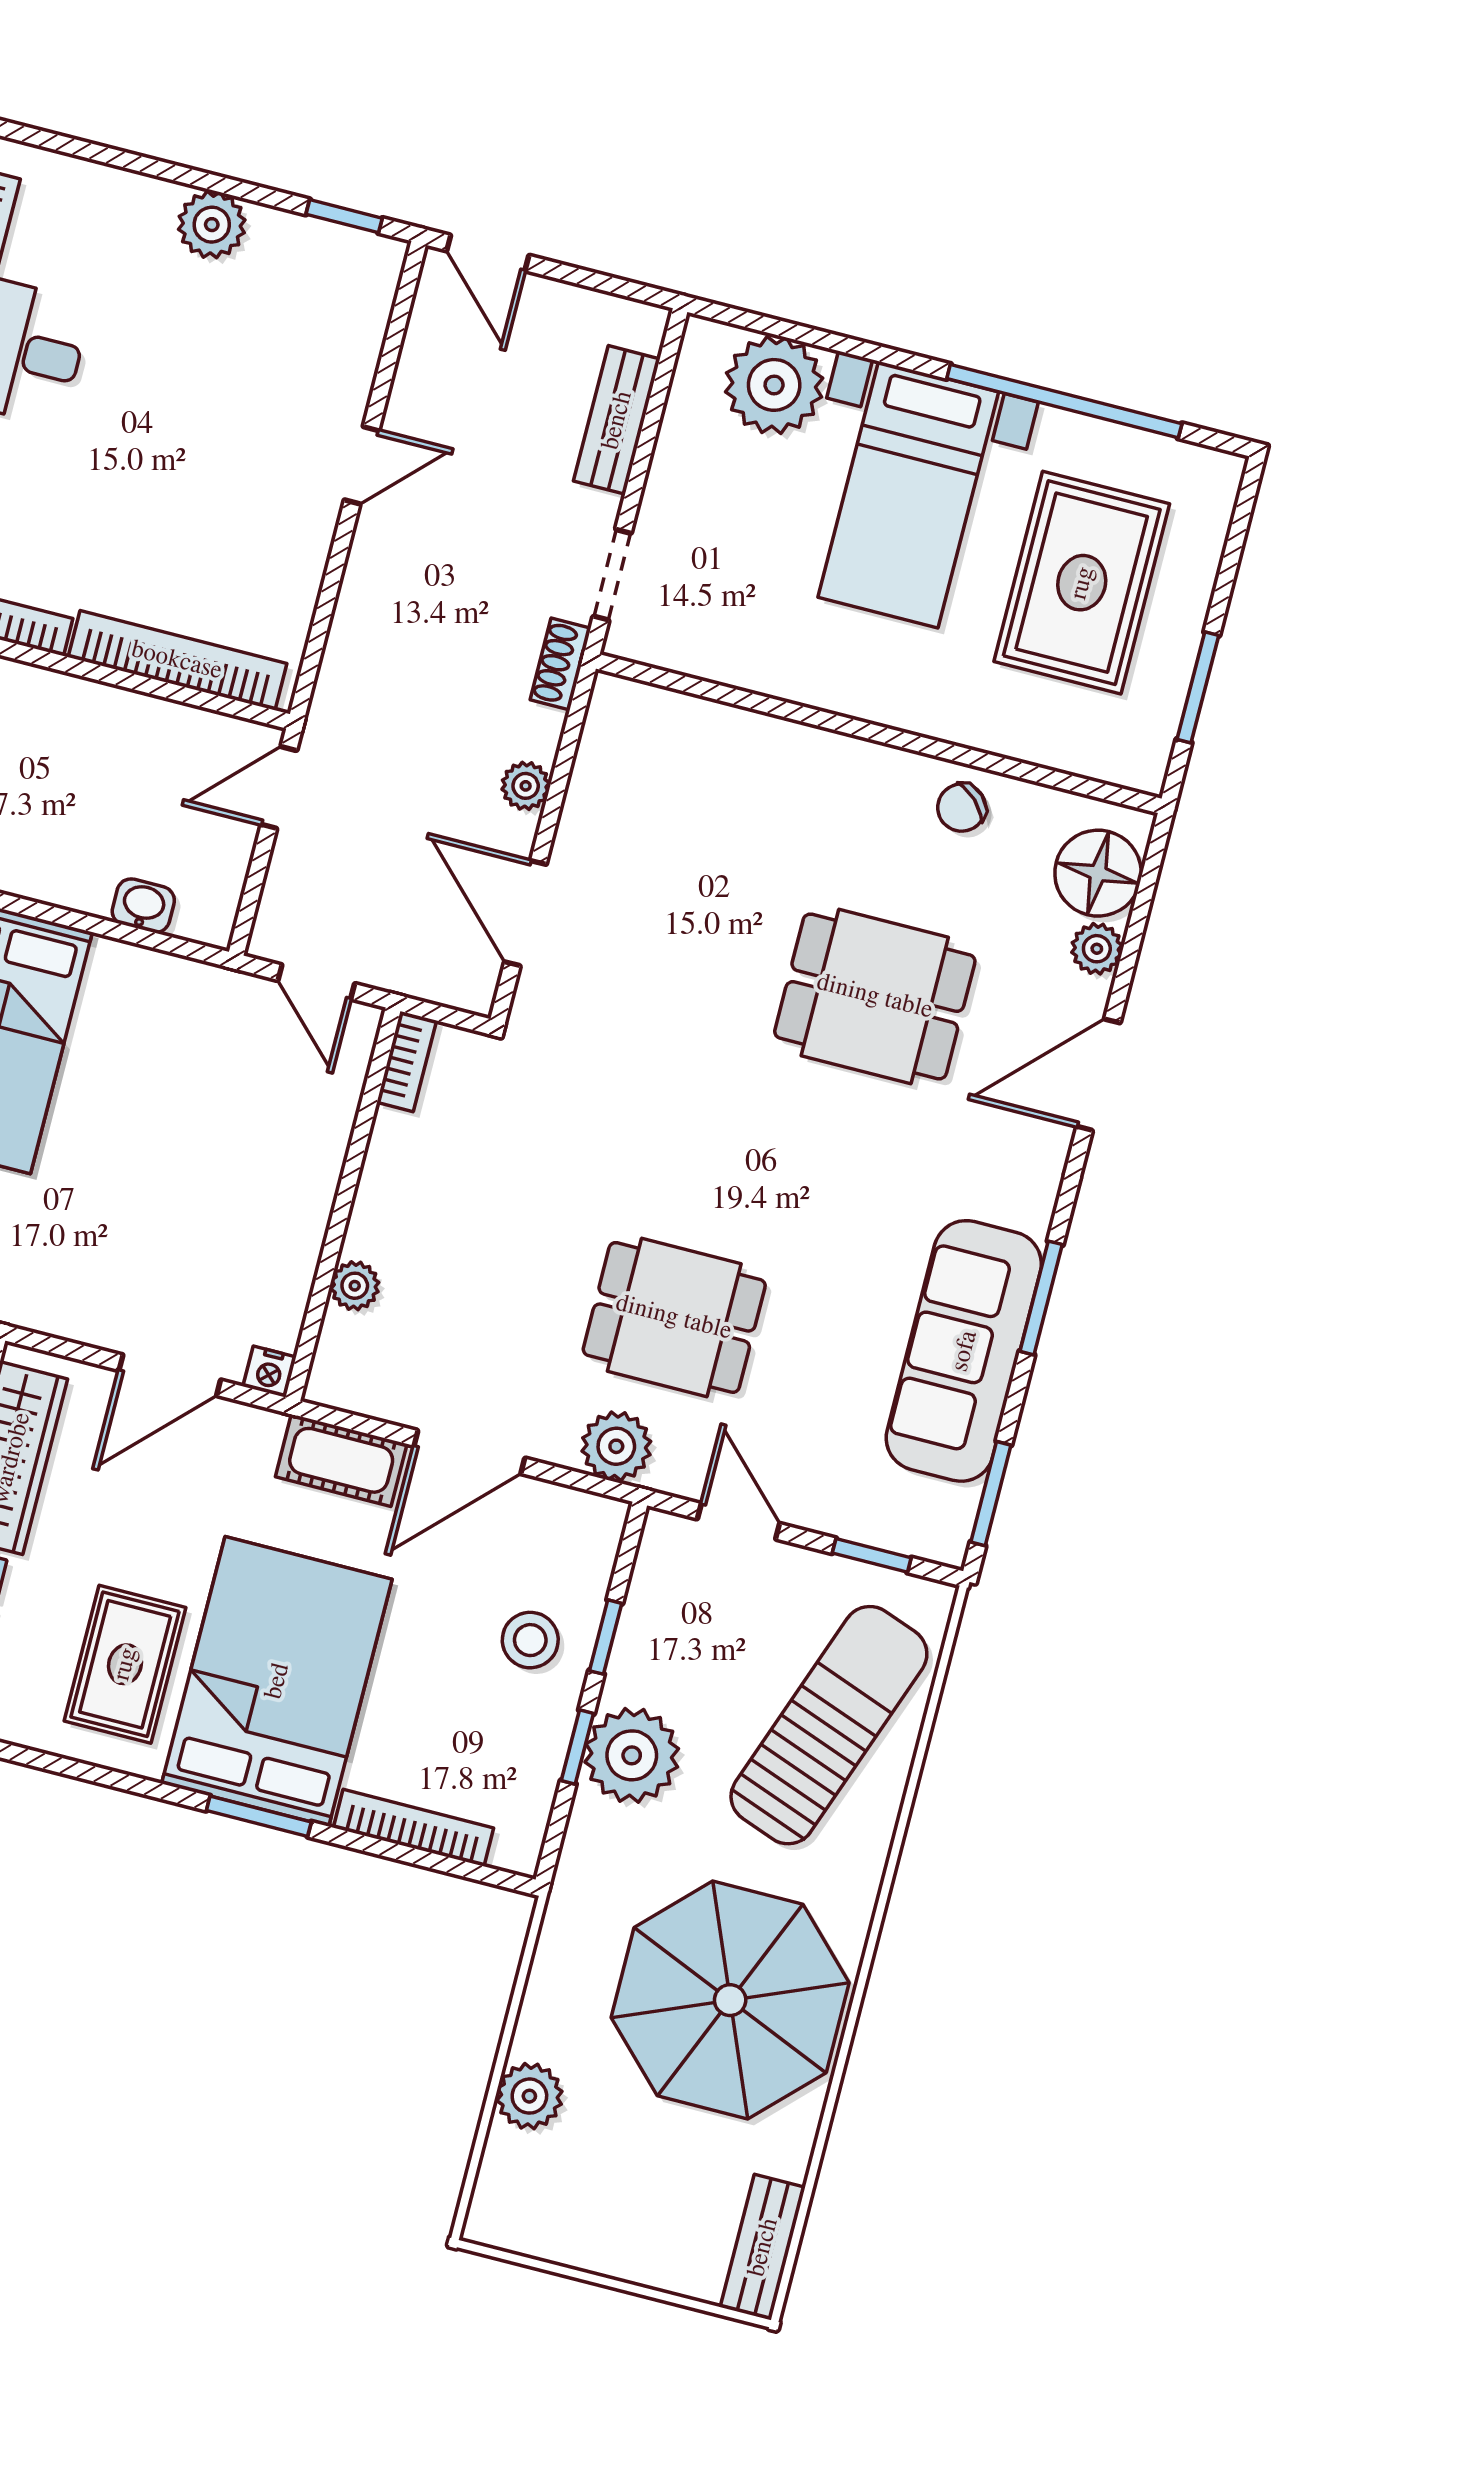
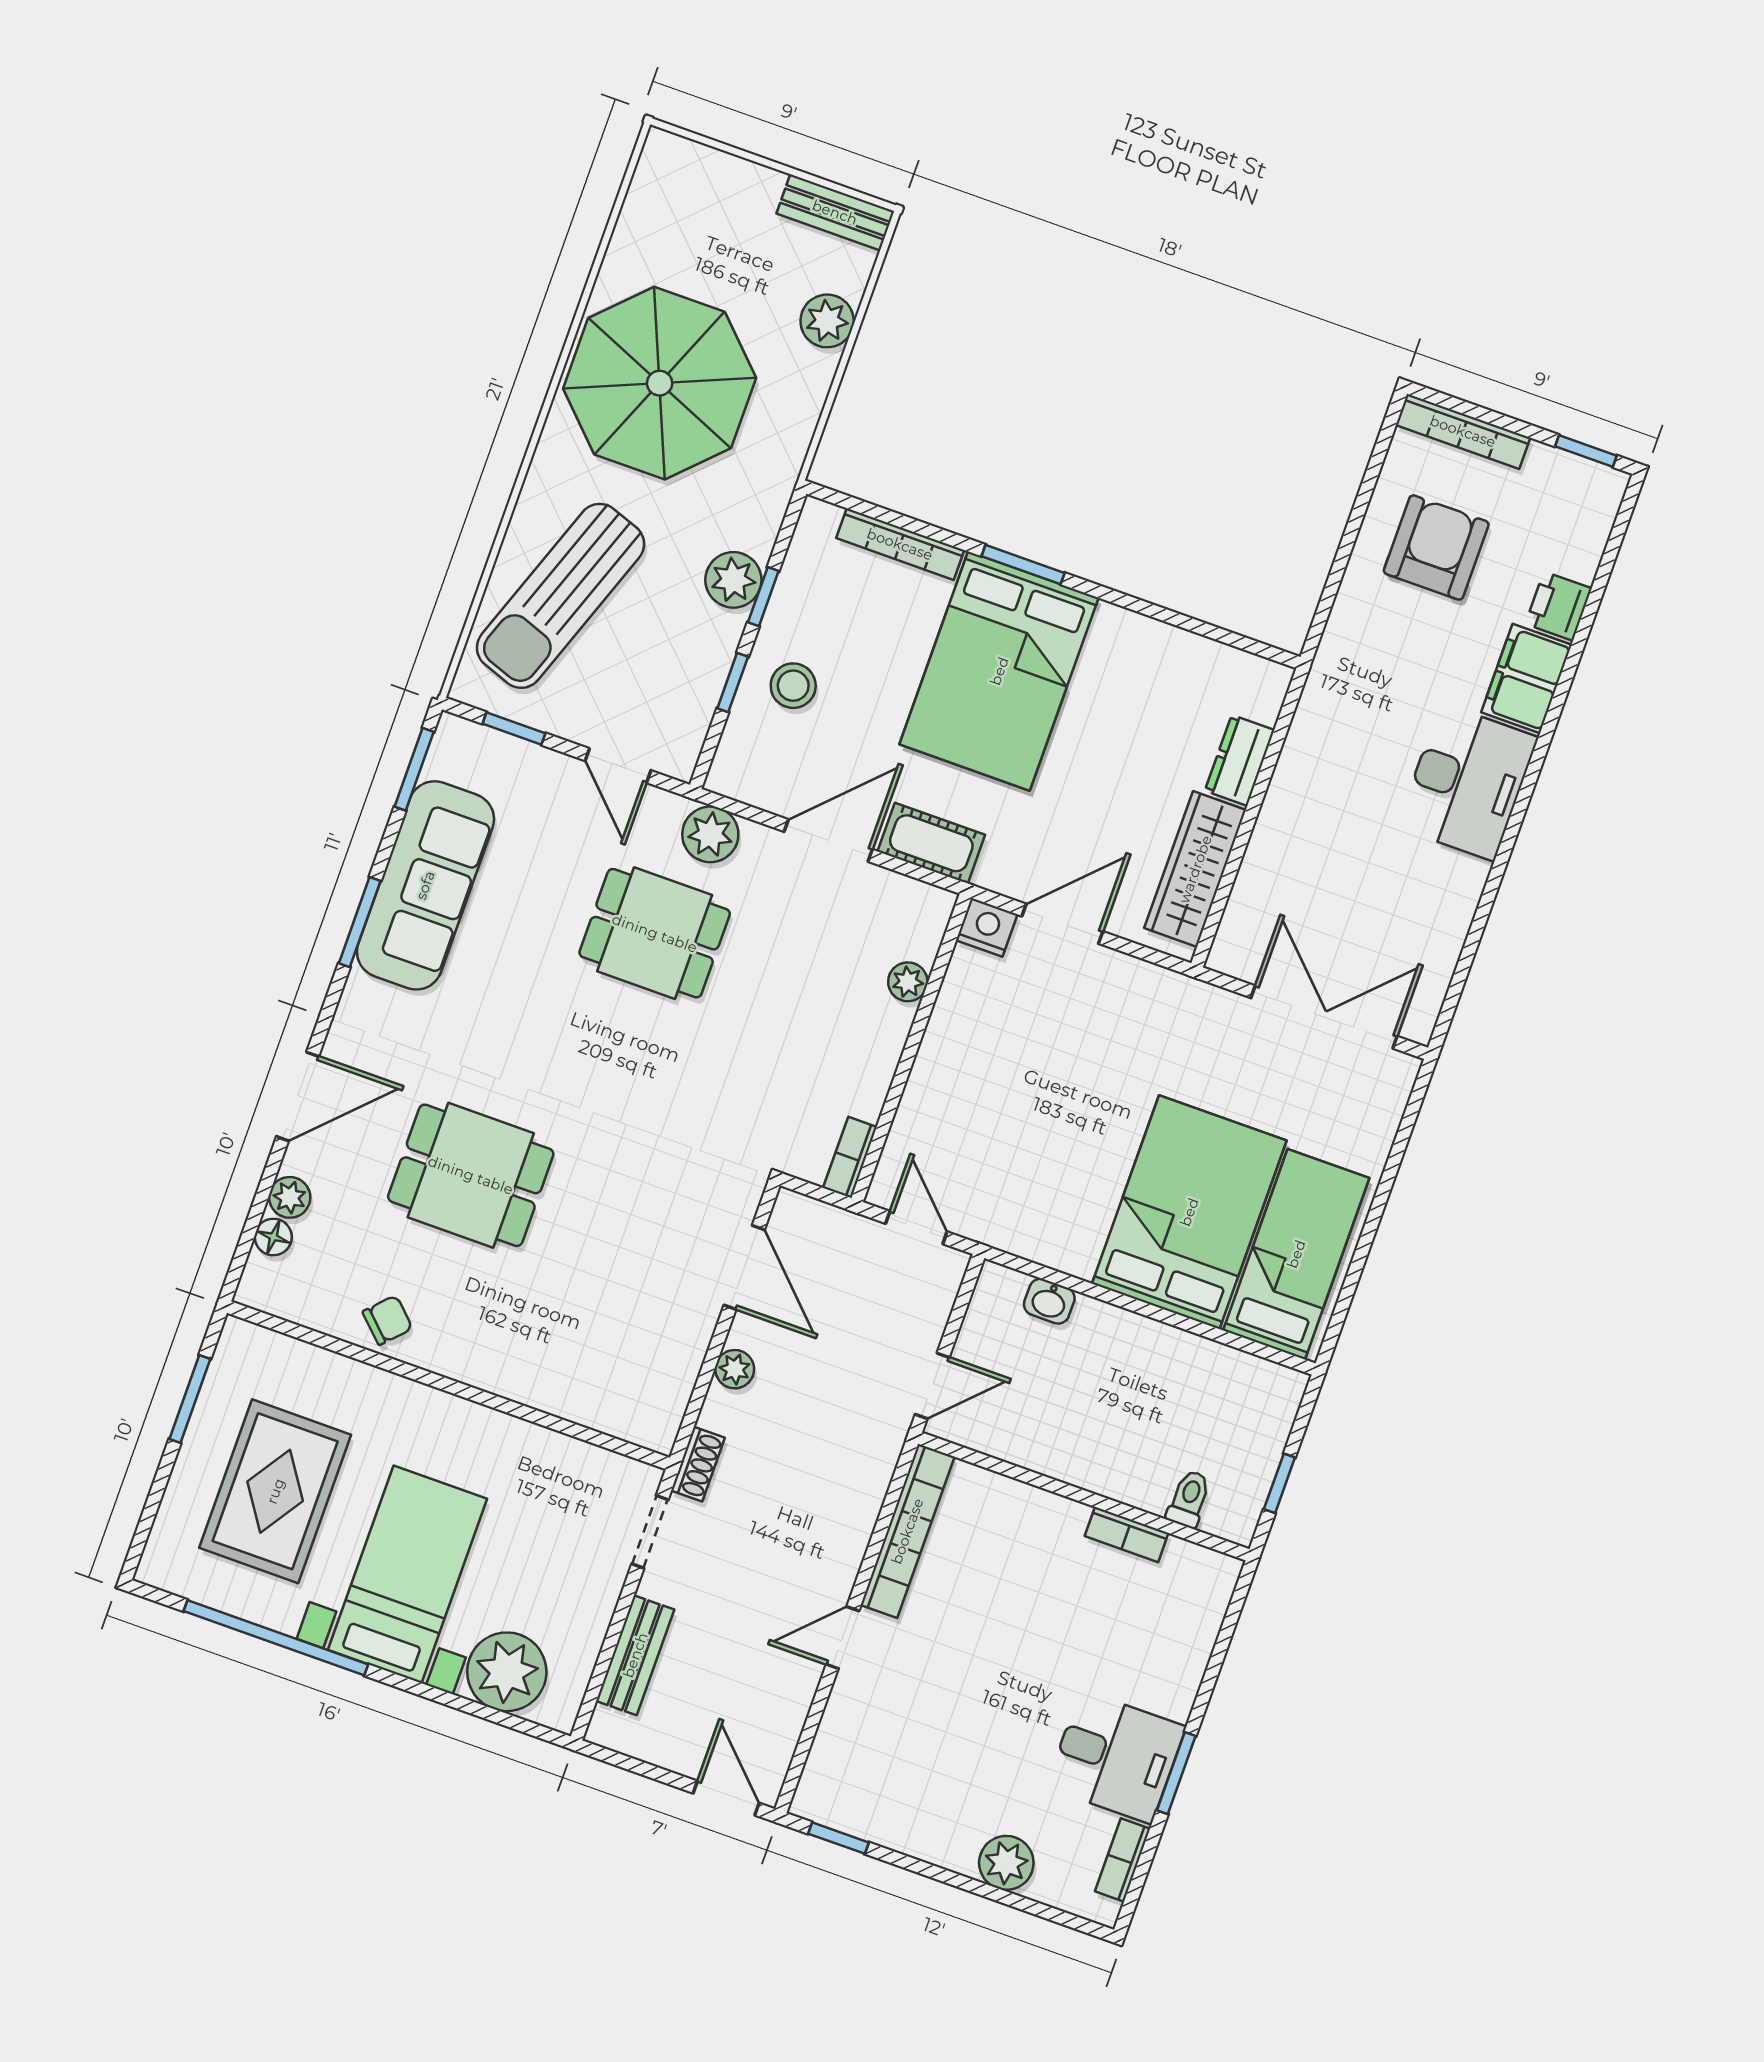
plant: (212, 225) -> (1006, 1863), moved
bookcase: (177, 660) -> (907, 1531), moved, turned -90
floor lamp: (1098, 873) -> (273, 1237), width x0.53, depth x0.53
nightstand: (269, 1372) -> (987, 927), width x1.39, depth x1.35
rug: (125, 1664) -> (1119, 696), removed
plant: (632, 1755) -> (733, 580), width x0.73, depth x0.73
bench: (763, 2247) -> (835, 212), moved, turned 90

